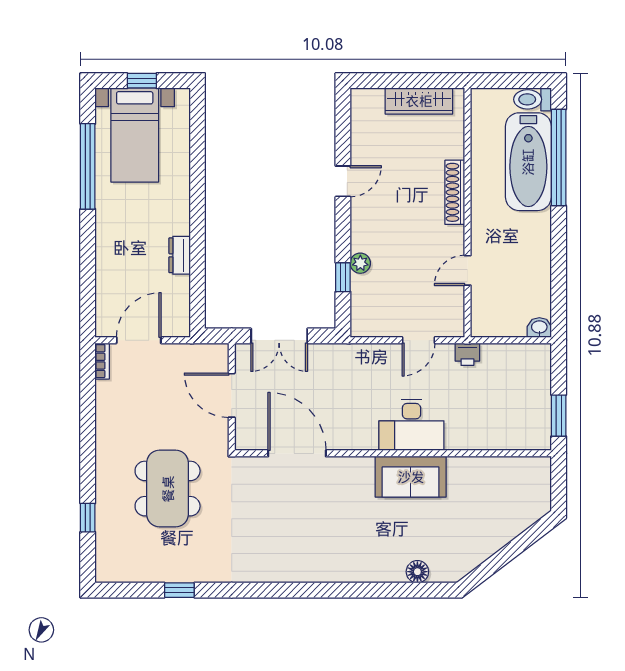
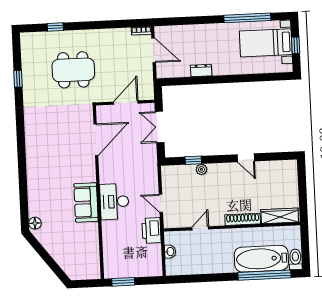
wardrobe: (419, 101) -> (280, 216), moved, turned 90
door: (468, 270) -> (200, 228), hinge flipped
washbasin: (539, 328) -> (170, 252), moved
printer: (467, 354) -> (151, 230), width x1.87, depth x1.48
floor lamp: (417, 572) -> (35, 223), moved

